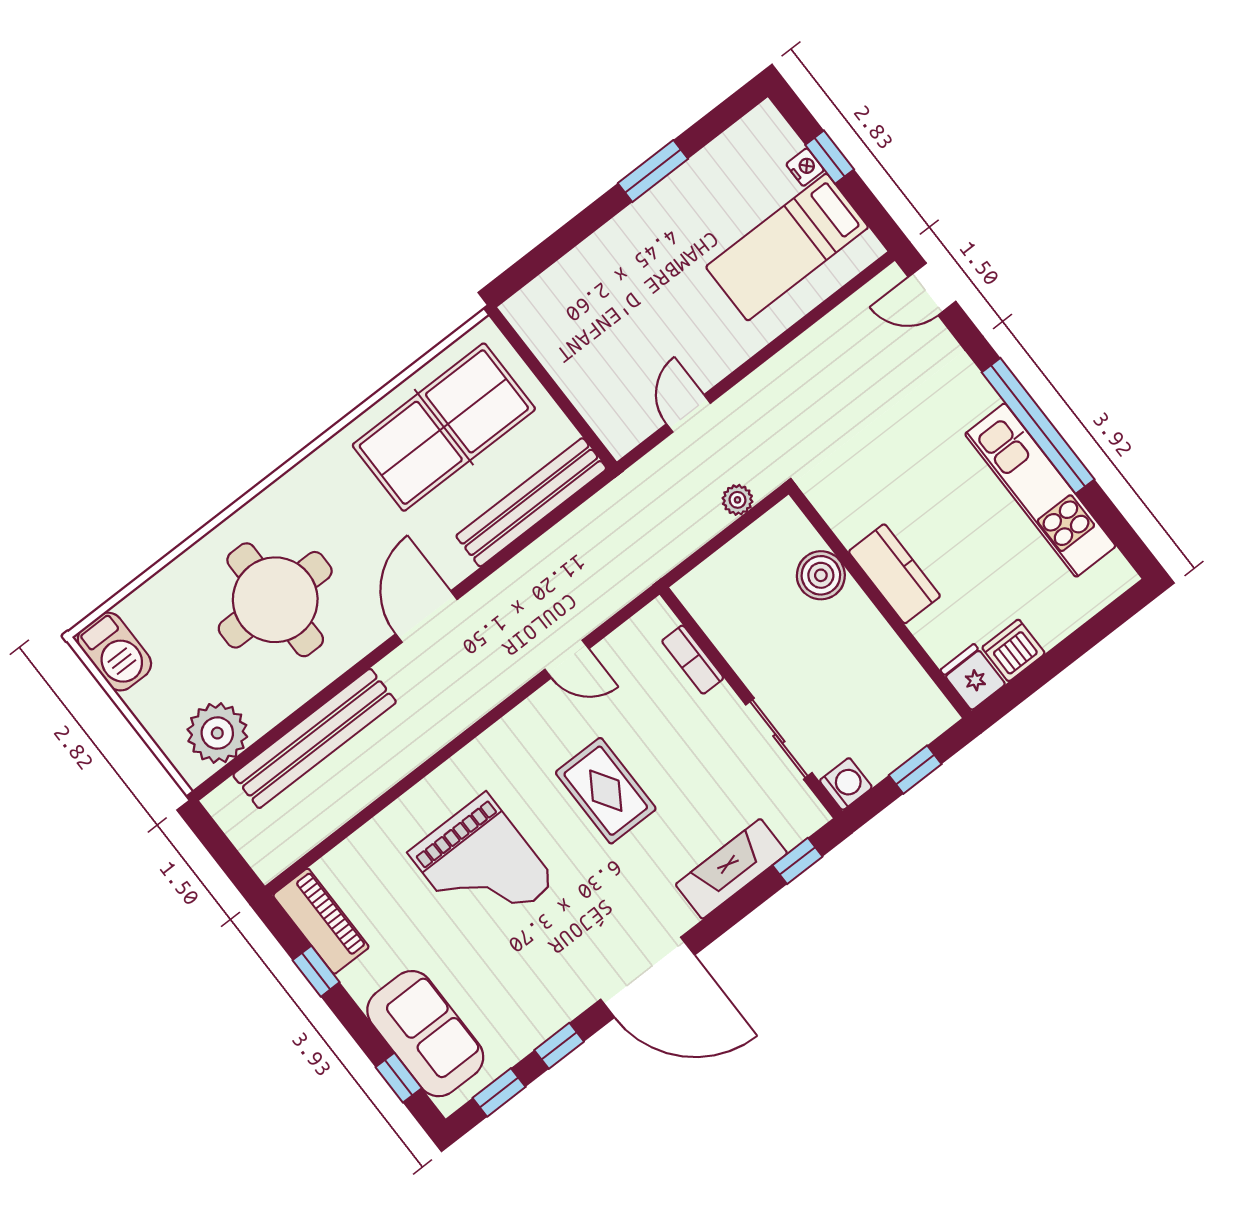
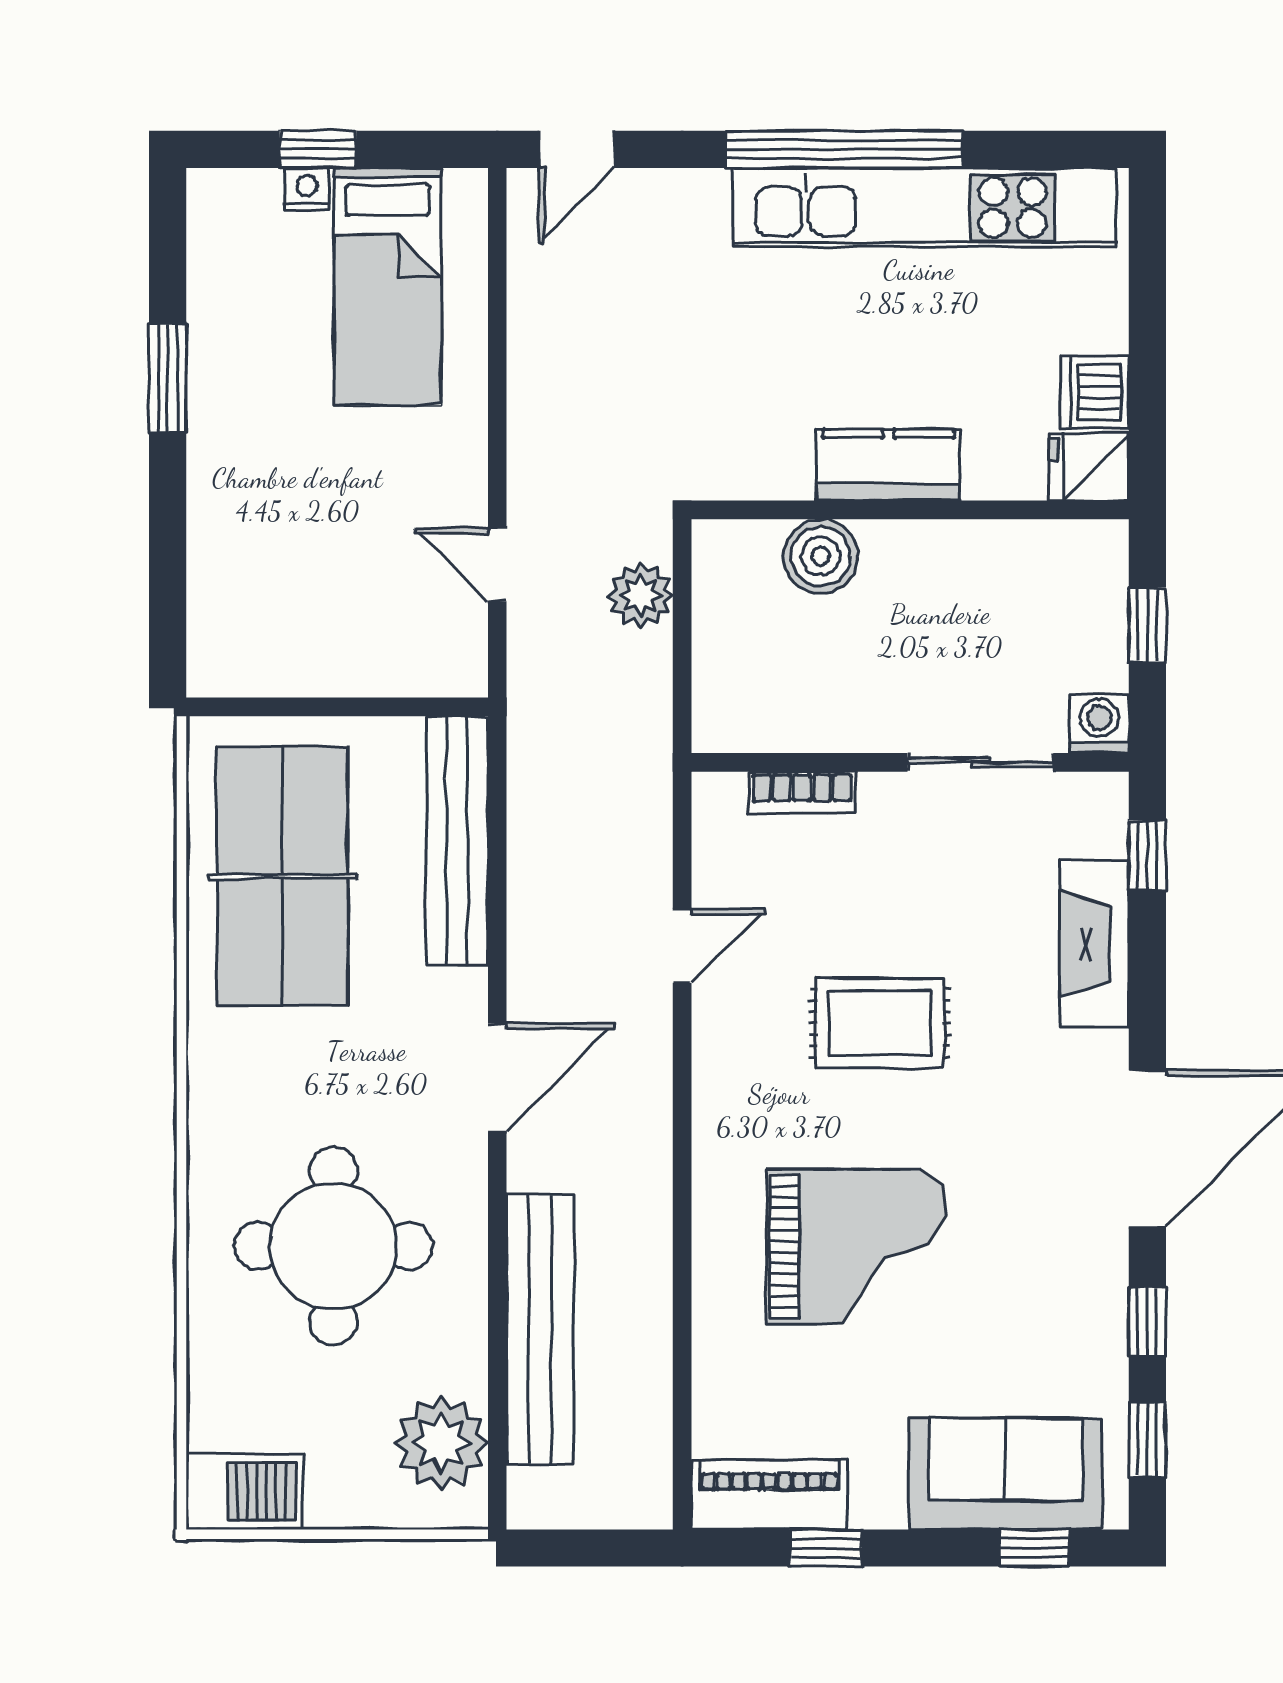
kitchen unit: (1040, 490) -> (924, 207), width x1.36
plant: (737, 500) -> (641, 595), width x1.38, depth x1.38
door: (426, 617) -> (497, 1077), swing flipped

